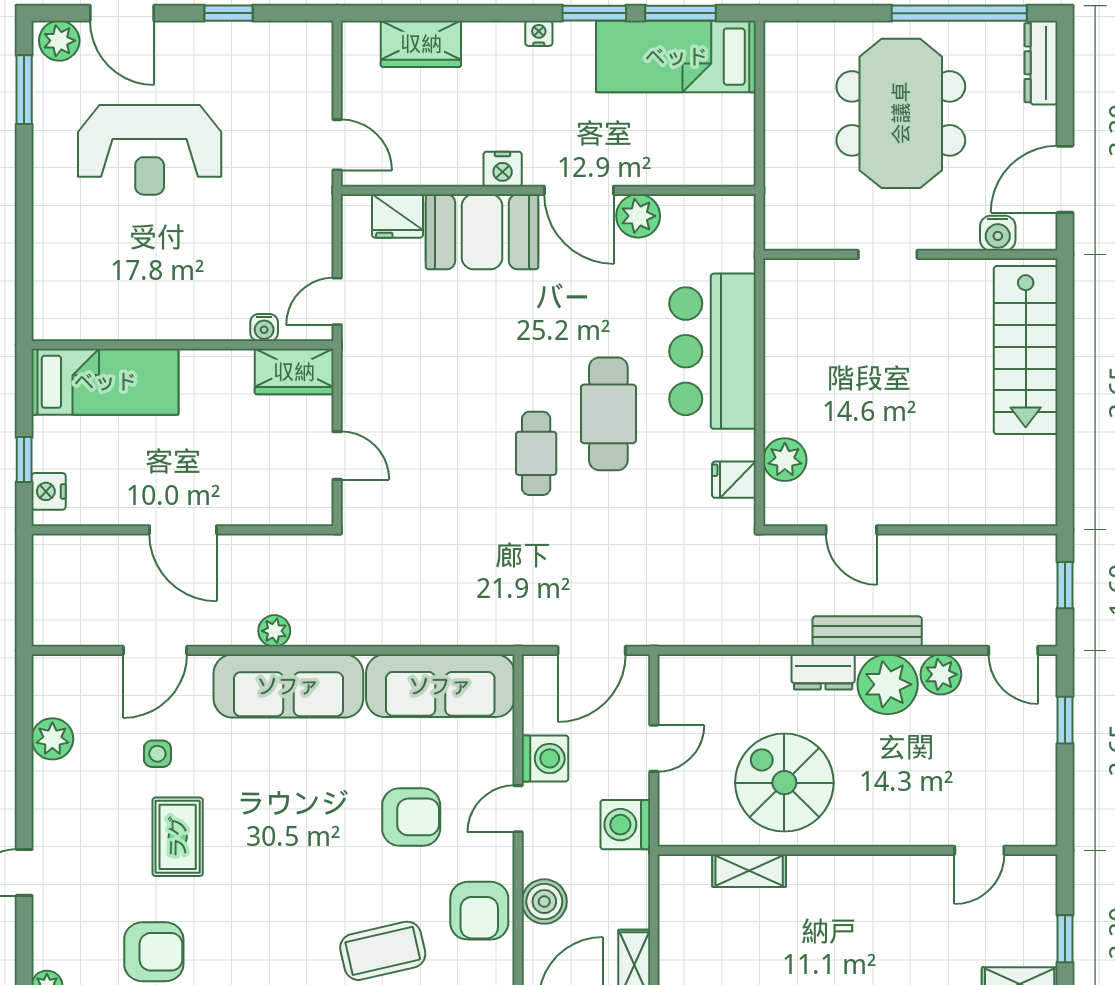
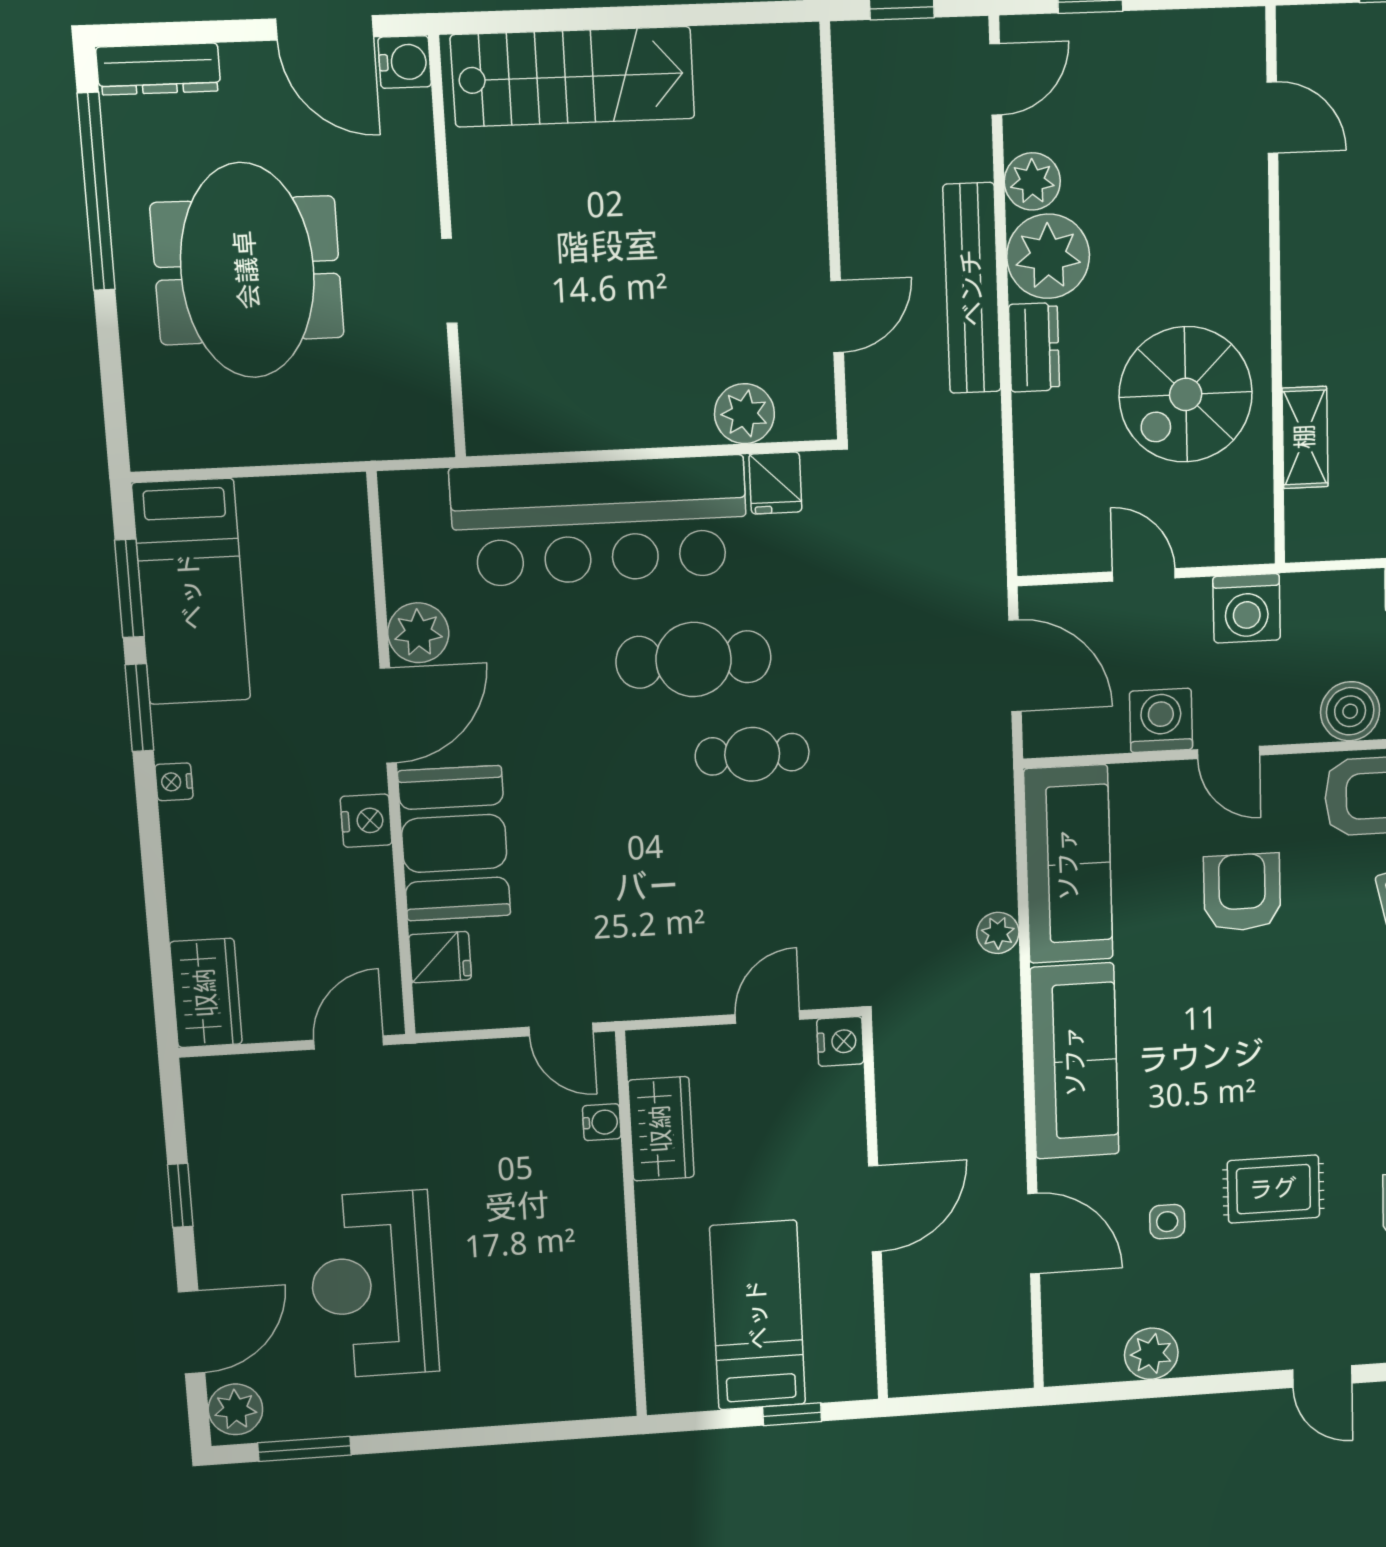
wardrobe: (421, 44) -> (206, 993), moved
meeting table: (901, 113) -> (247, 270), turned 90
reception desk: (150, 150) -> (373, 1285), turned 180
fridge: (398, 216) -> (440, 957), width x0.72
water cooler: (998, 233) -> (405, 62), moved
bar counter: (713, 351) -> (600, 521), width x1.36
wardrobe: (294, 372) -> (661, 1129), moved
bed: (105, 382) -> (758, 1315), moved
nightstand: (49, 491) -> (840, 1041), moved, turned -90
plant: (274, 631) -> (998, 933), moved
bench: (867, 631) -> (972, 288), width x1.37, depth x1.21

